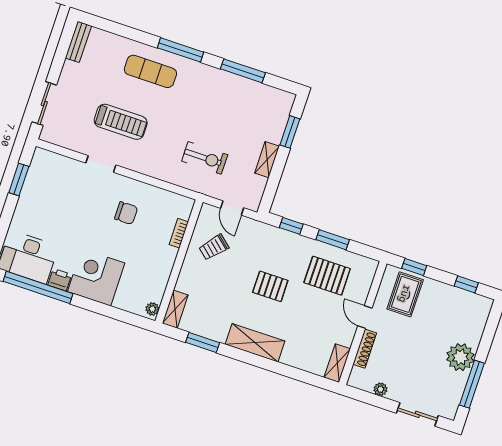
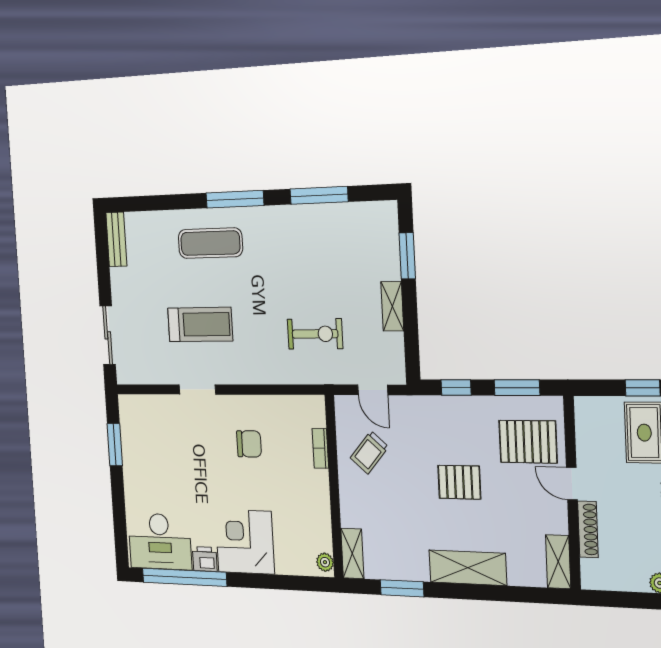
door: (365, 317) -> (572, 484), moved
wall: (363, 323) -> (572, 493), moved
shoe rack: (365, 349) -> (588, 529), moved
shelving: (337, 363) -> (558, 562), moved

